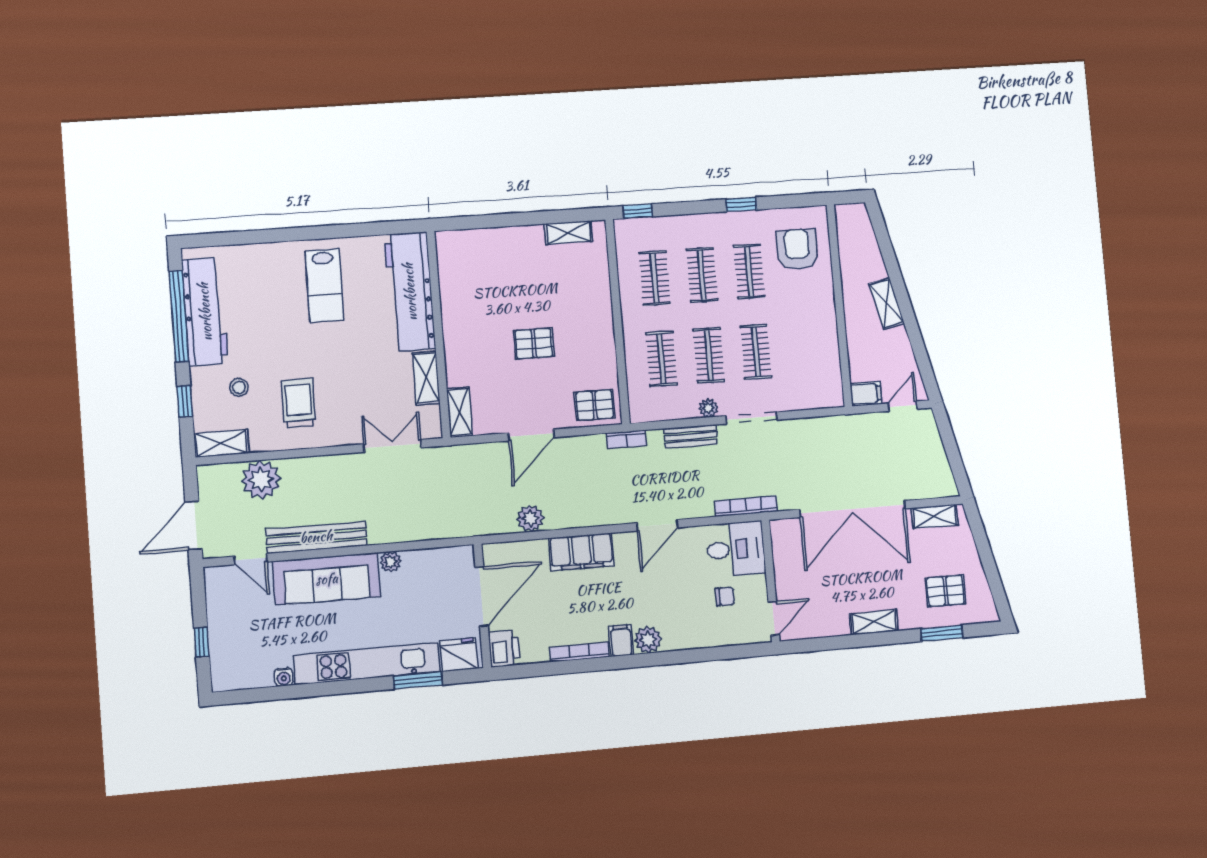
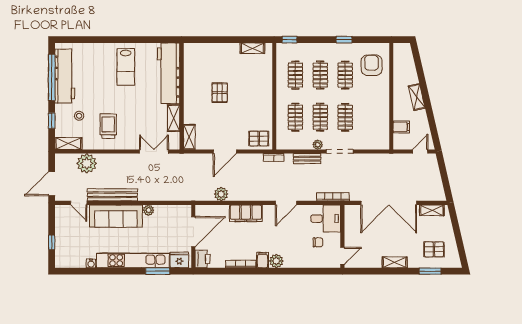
pallet: (534, 344) -> (220, 93), moved, turned 90
filing cabinet: (866, 394) -> (401, 127), moved

